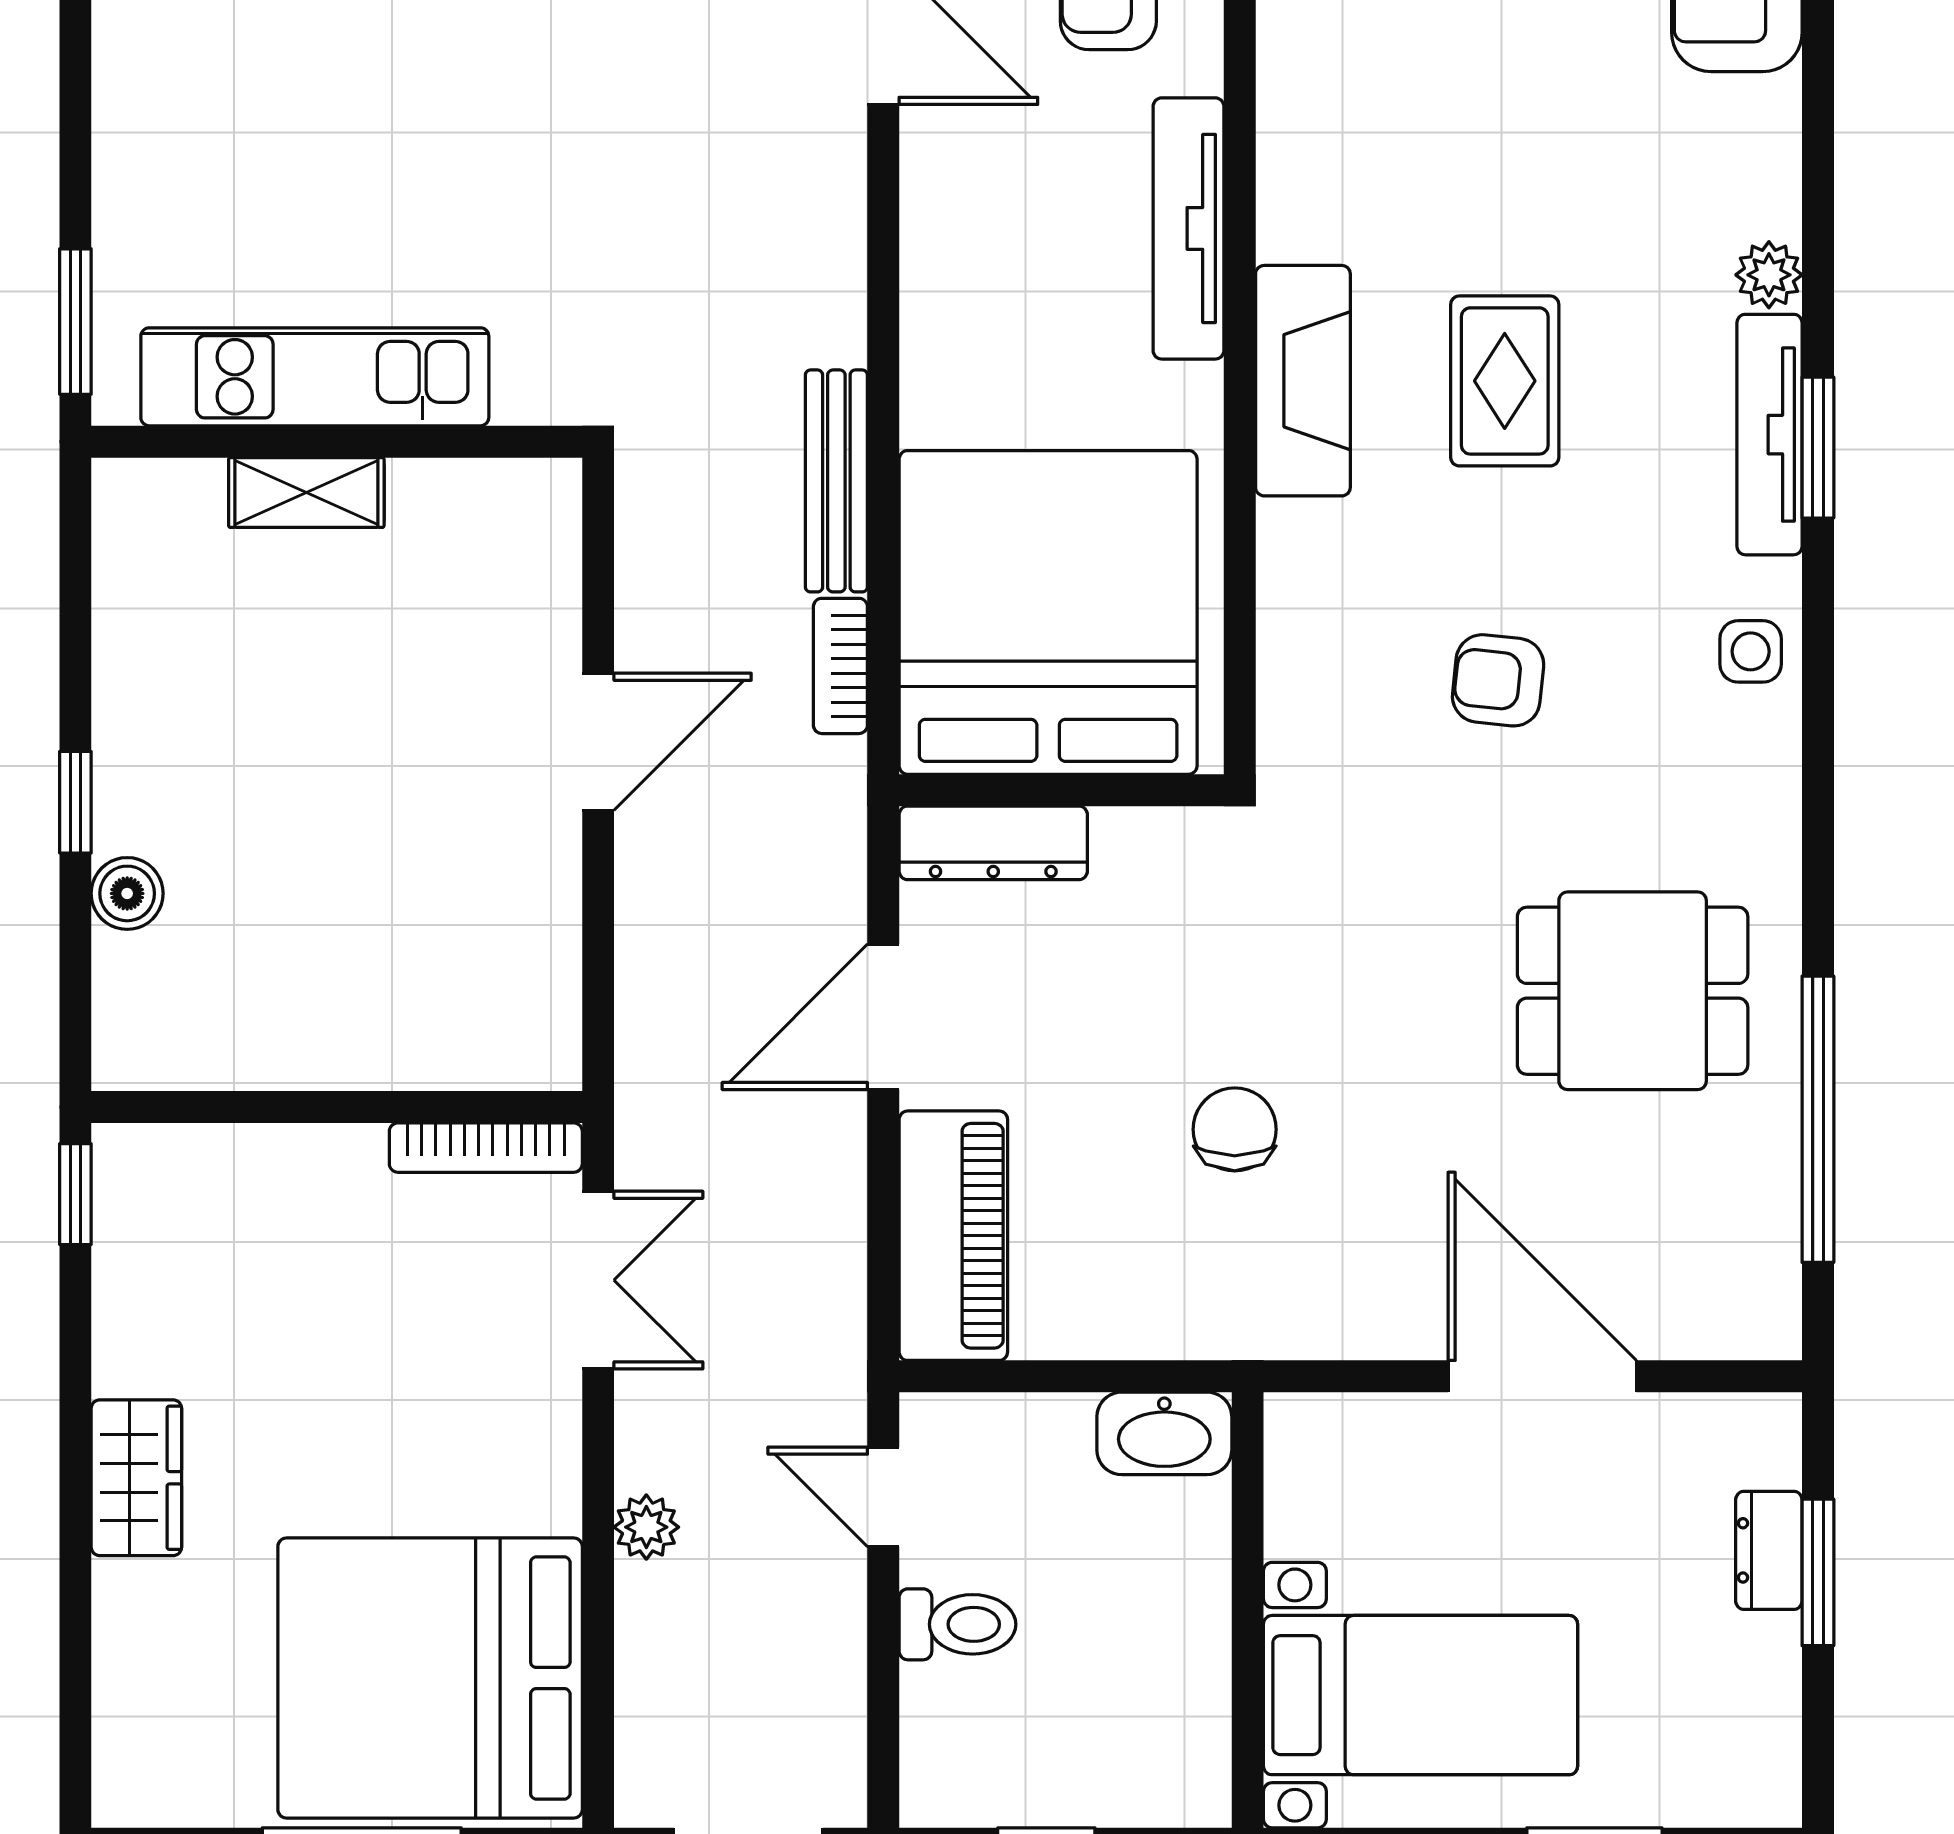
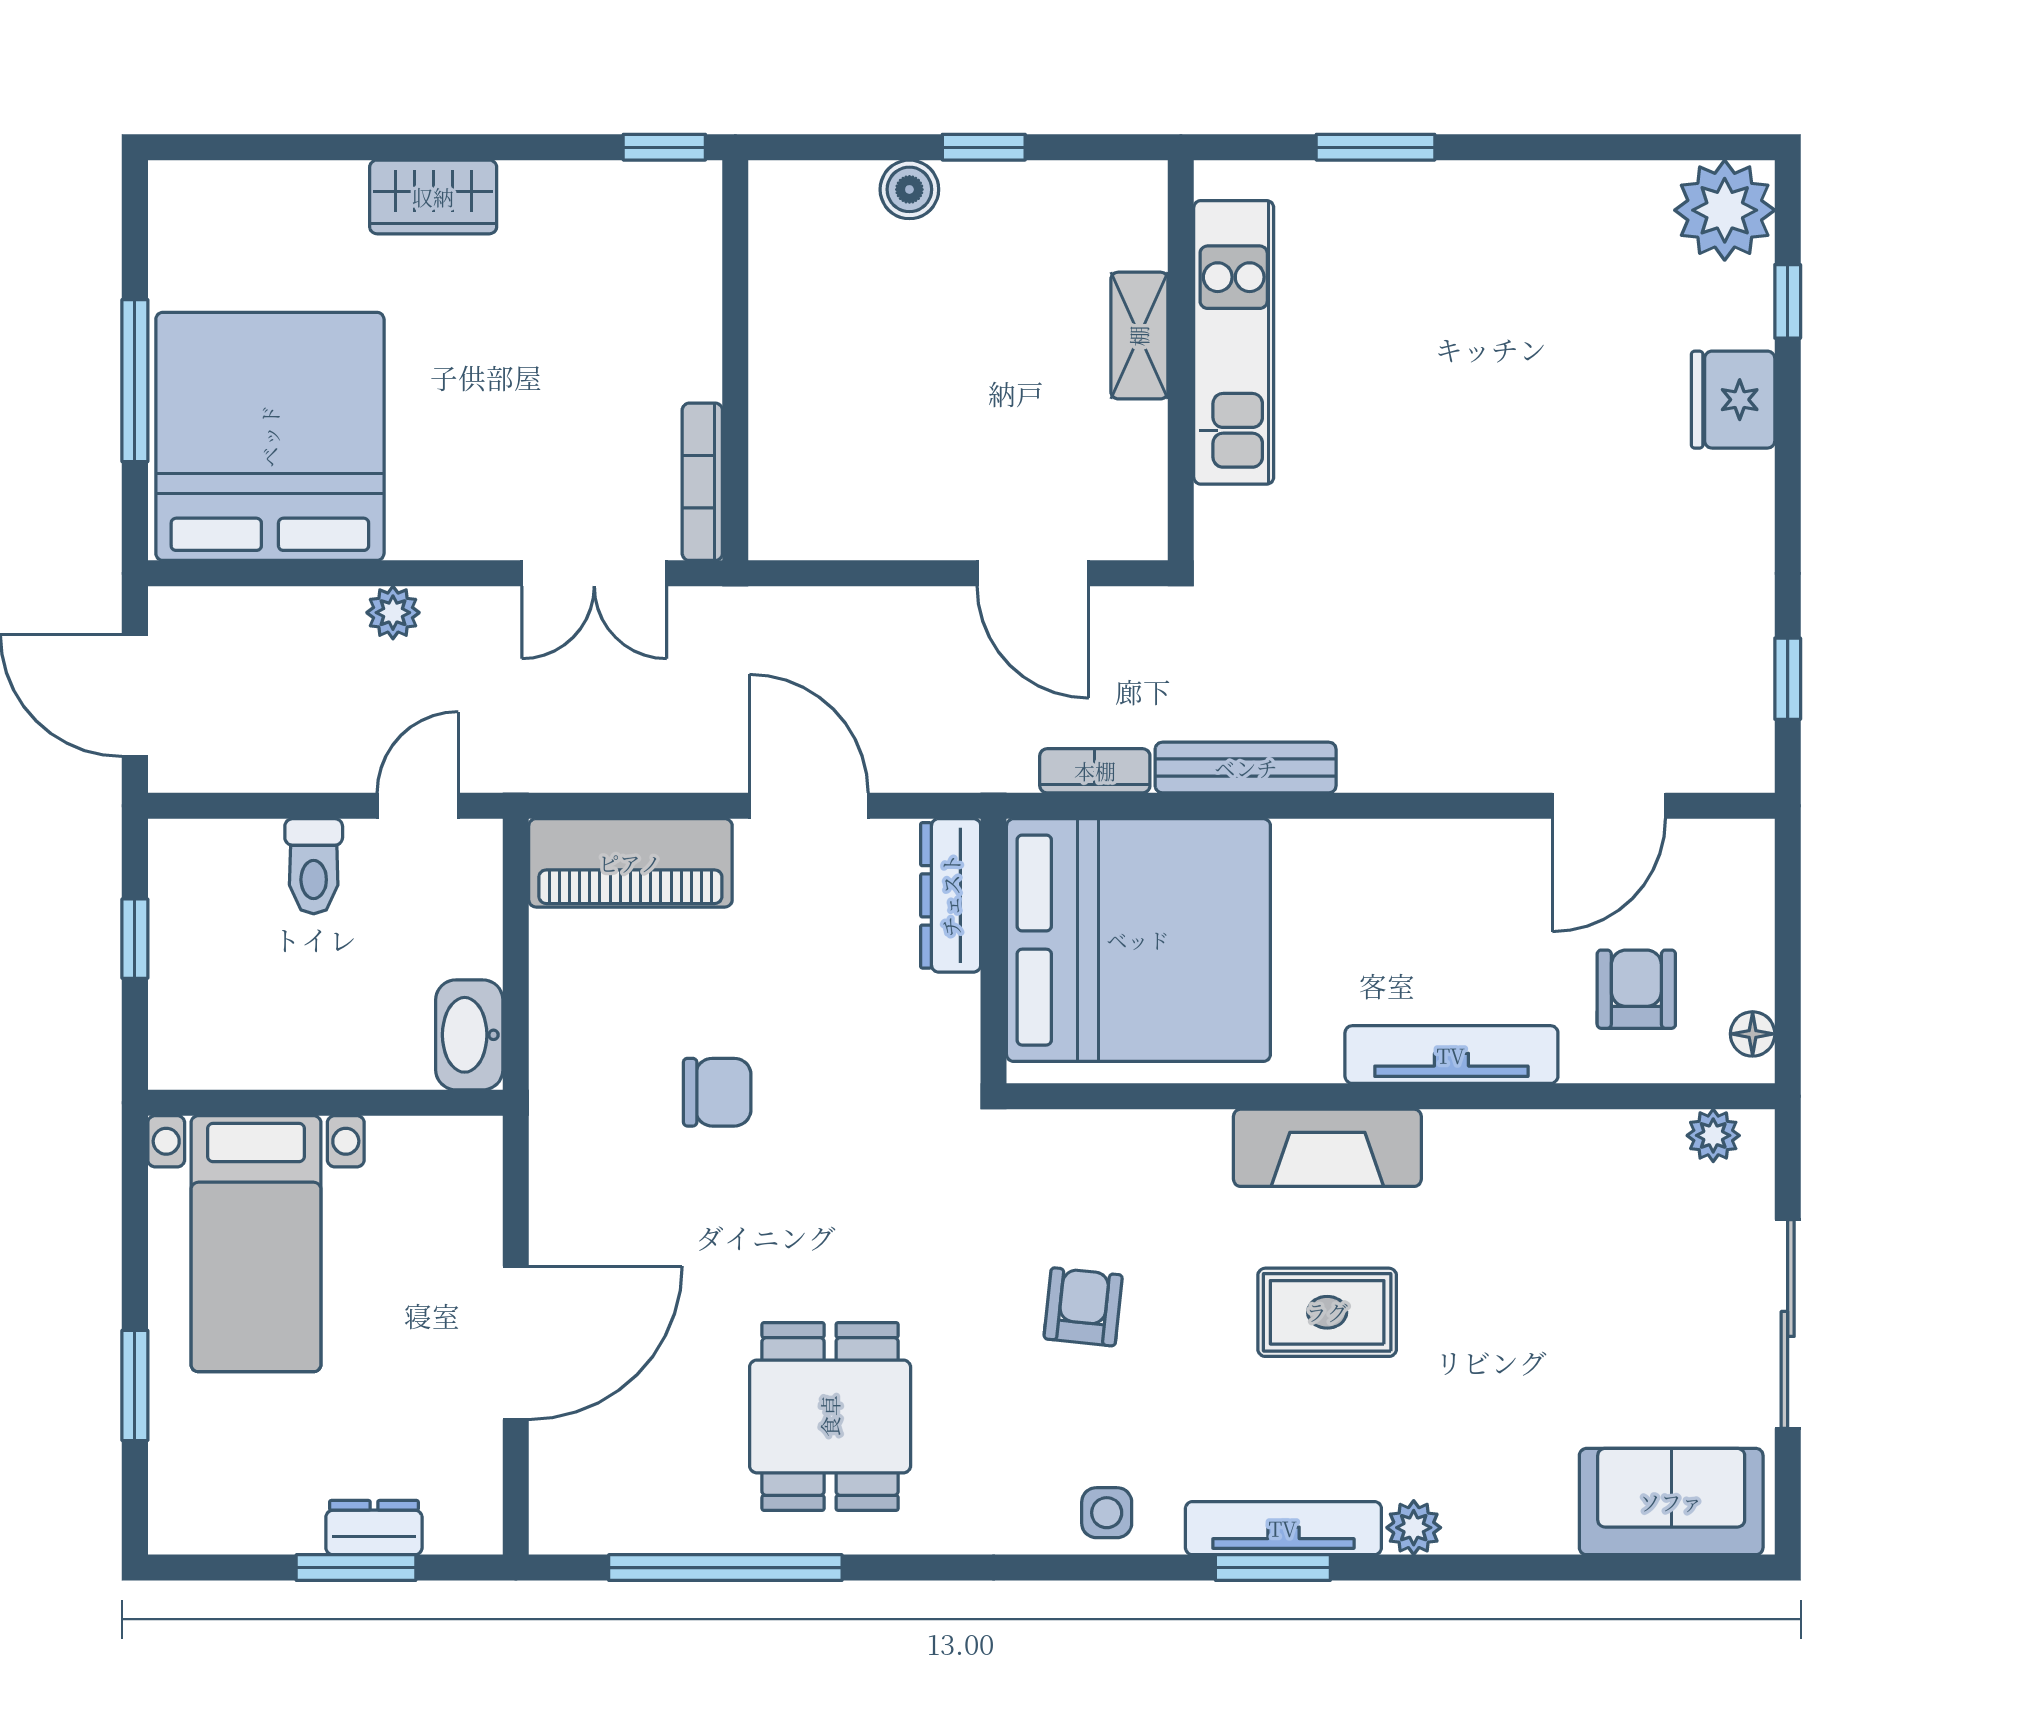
kitchen unit: (315, 377) -> (1234, 342), moved
wall: (337, 442) -> (1181, 360), moved
shelving: (306, 492) -> (1139, 336), moved

